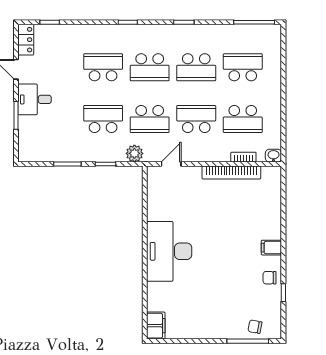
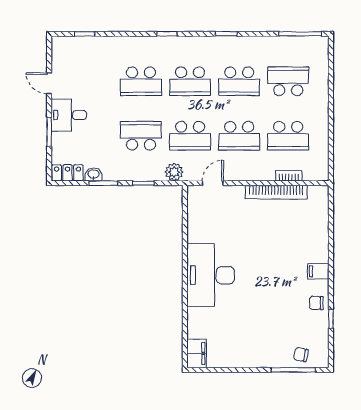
locker: (26, 40) -> (67, 173), moved, turned -90
school desk: (103, 67) -> (141, 81), turned 180
school desk: (196, 119) -> (239, 136), turned 180
washbasin: (273, 156) -> (94, 174), moved

